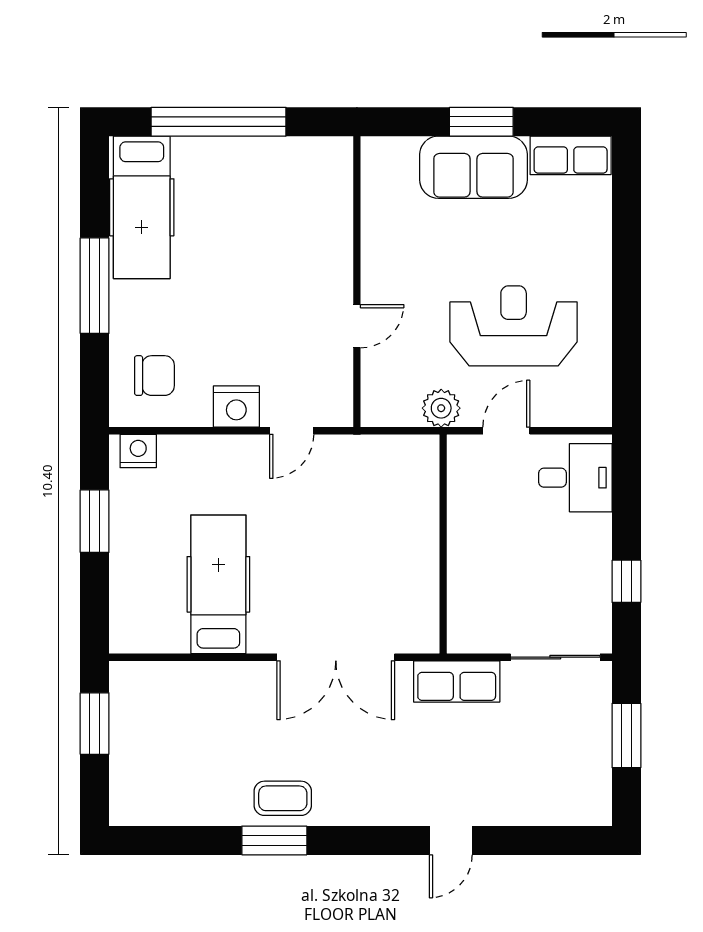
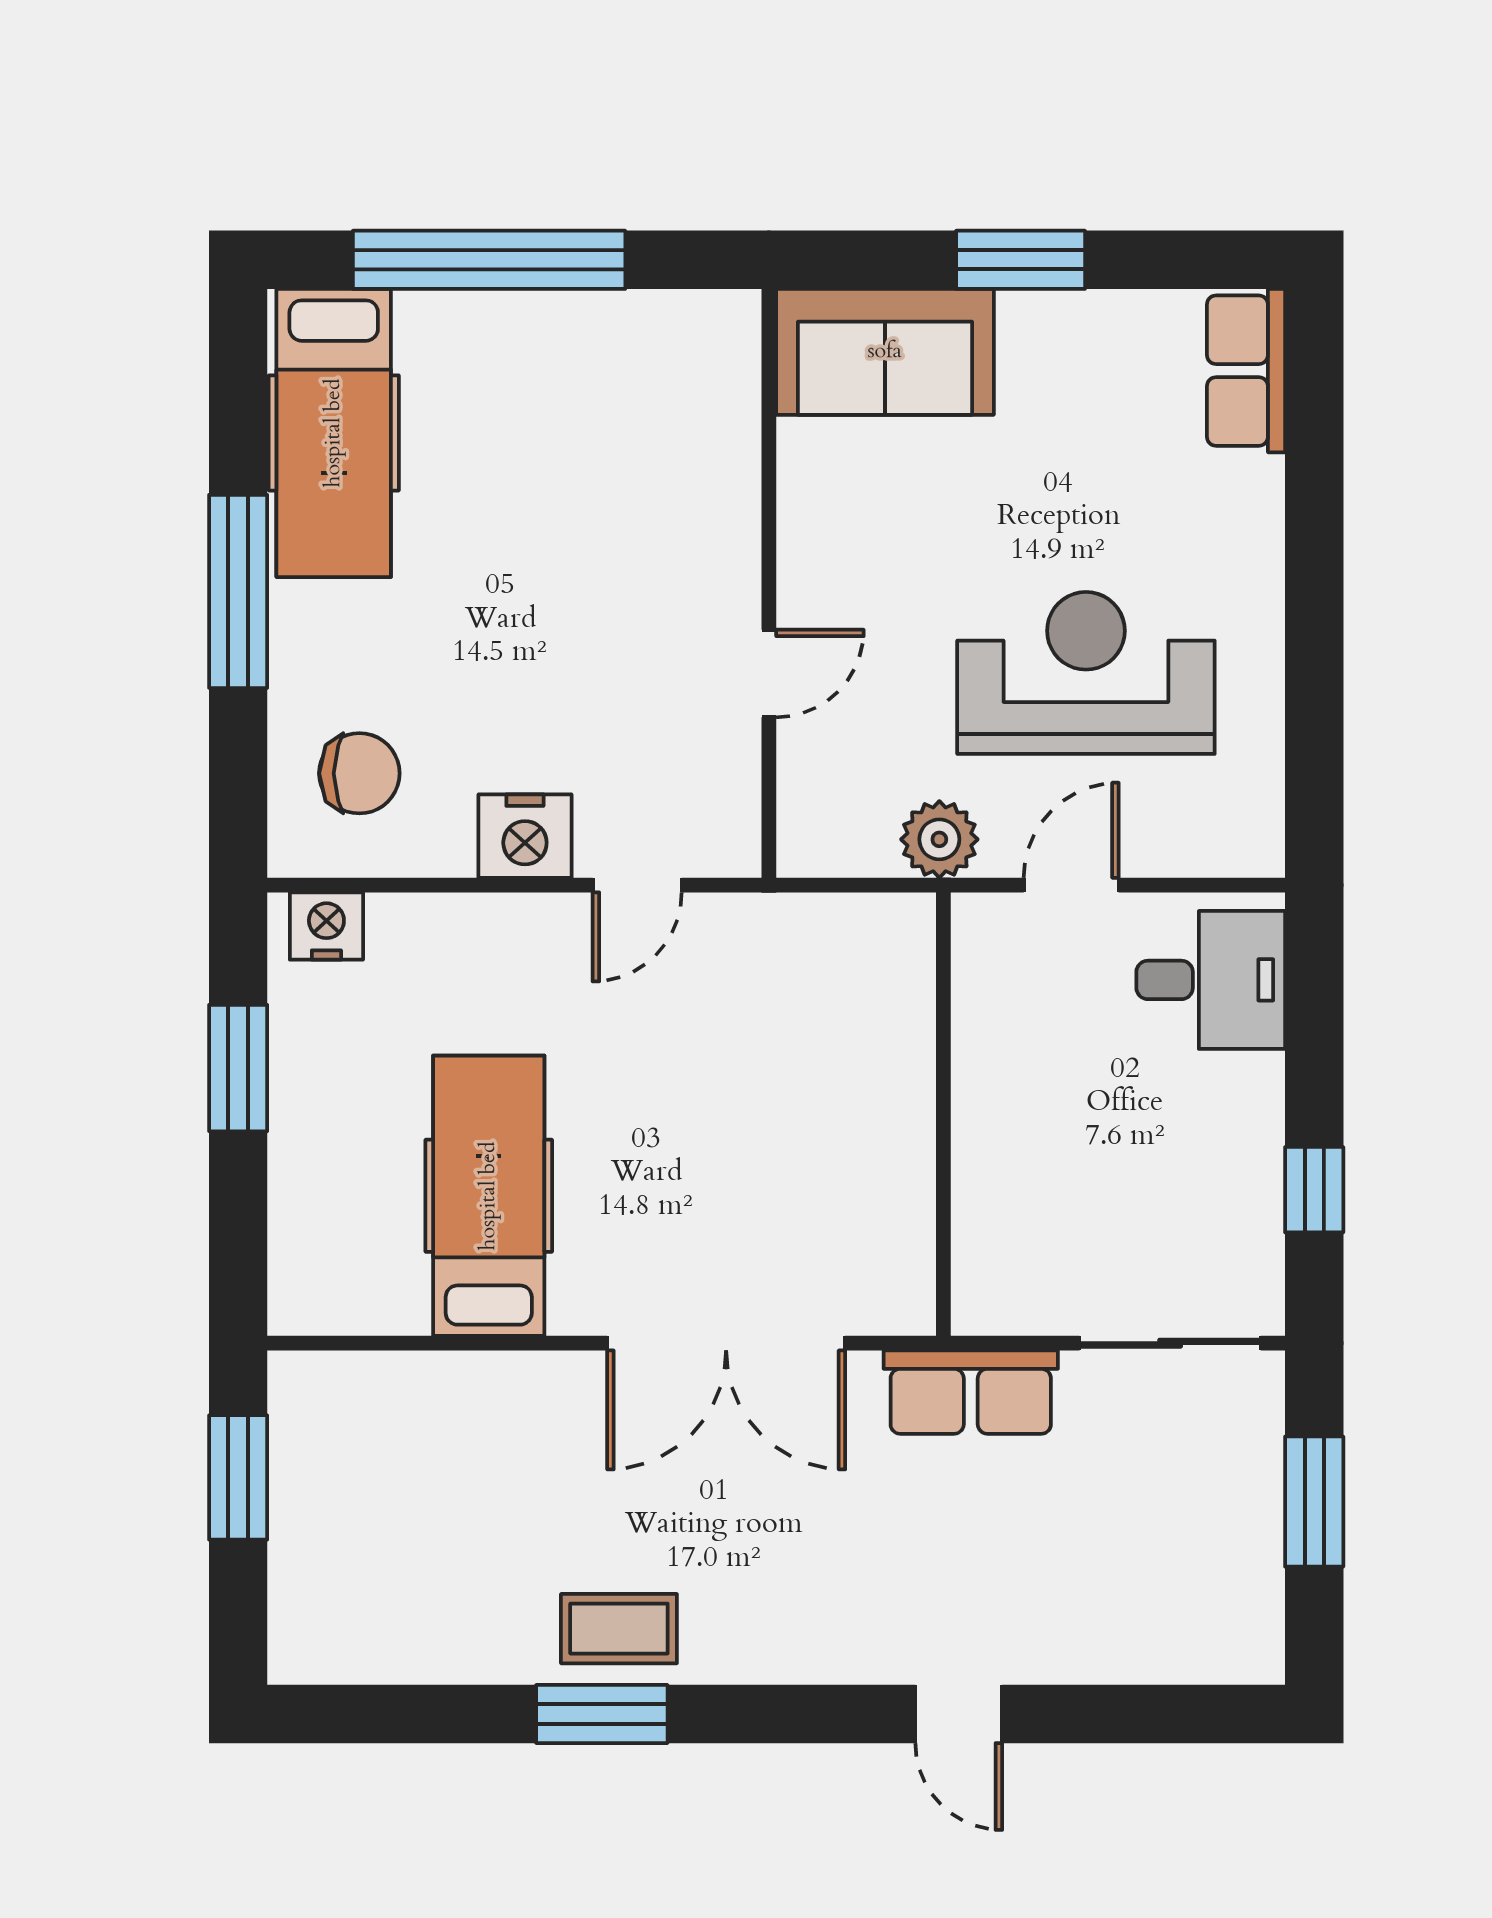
row of seats: (571, 155) -> (1246, 371), moved, turned 90
sofa: (474, 167) -> (885, 352), moved
door: (451, 840) -> (959, 1714), hinge flipped

